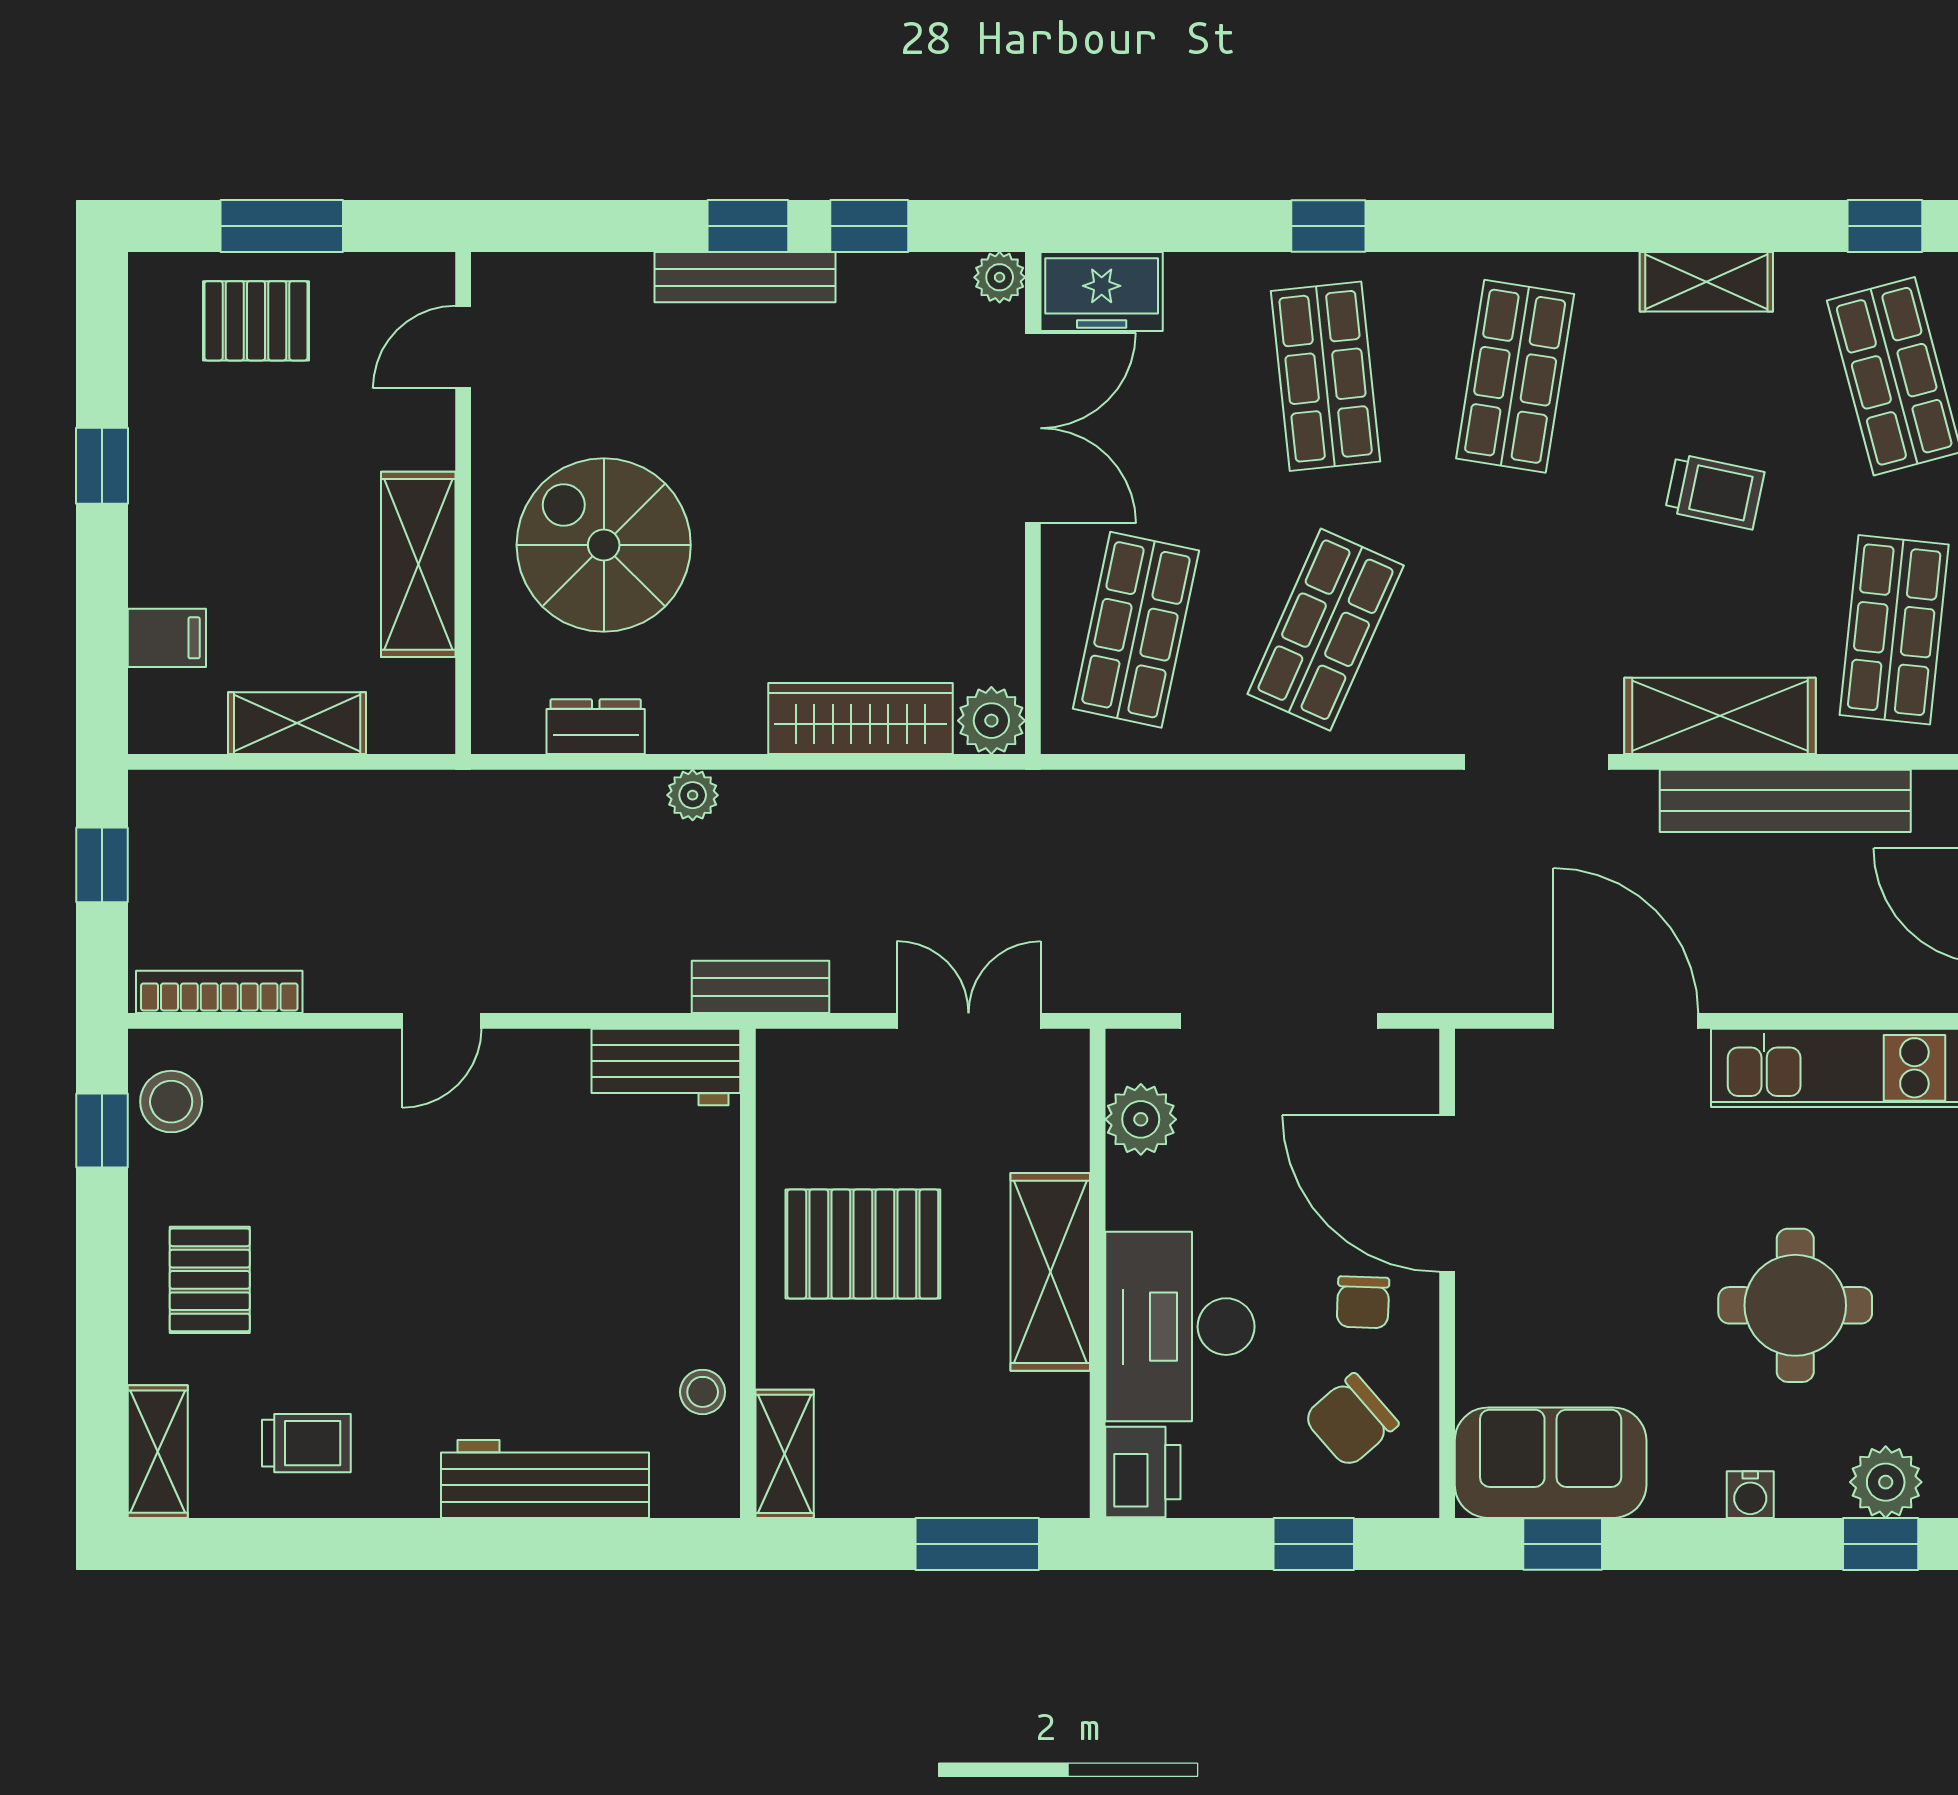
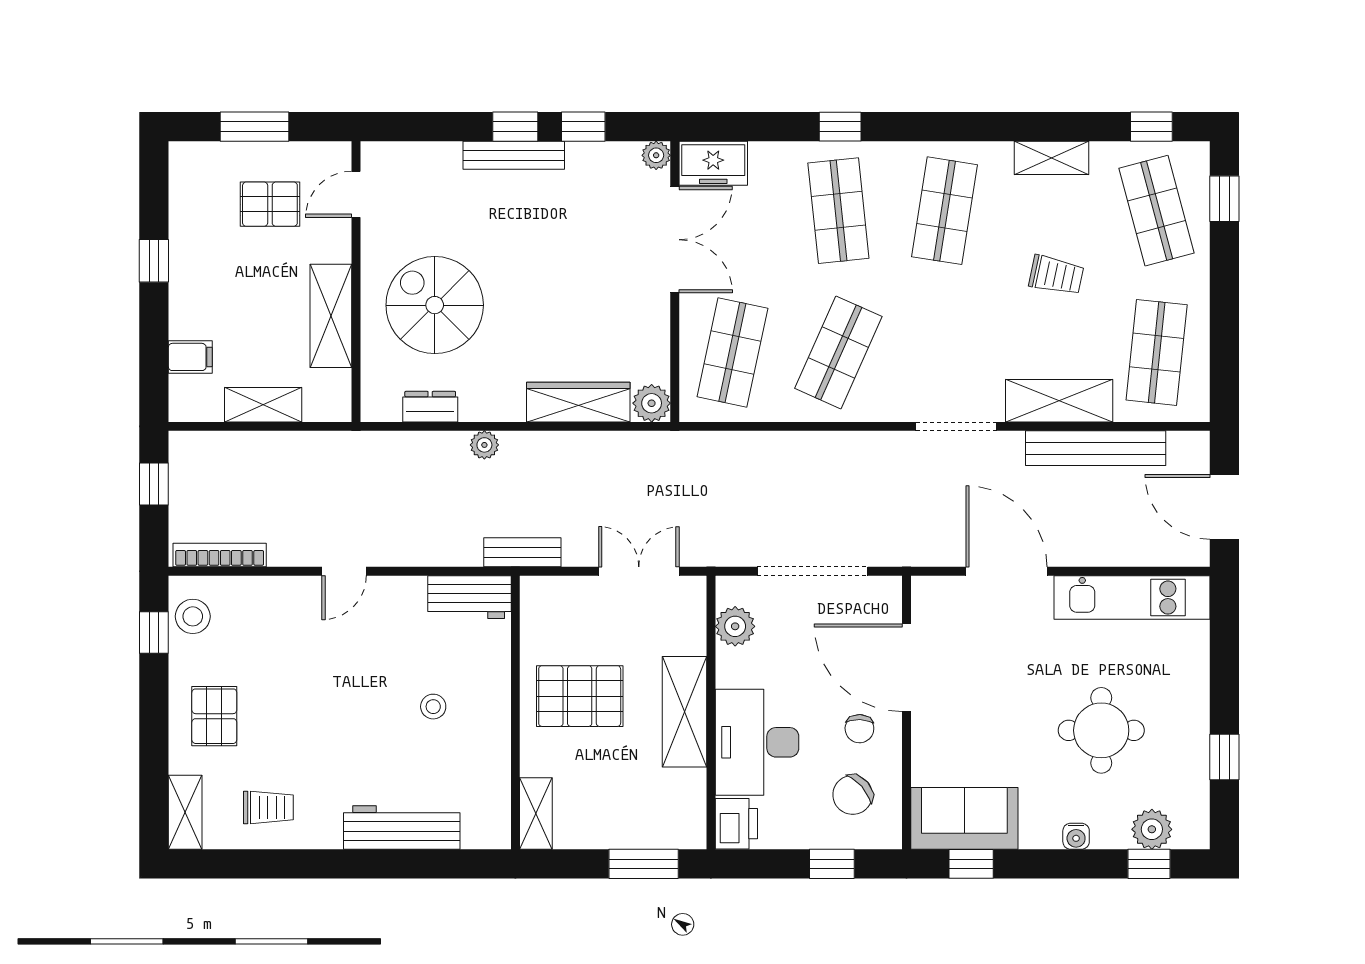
pallet: (256, 321) -> (270, 204), moved
stool: (703, 1392) -> (433, 707), moved

